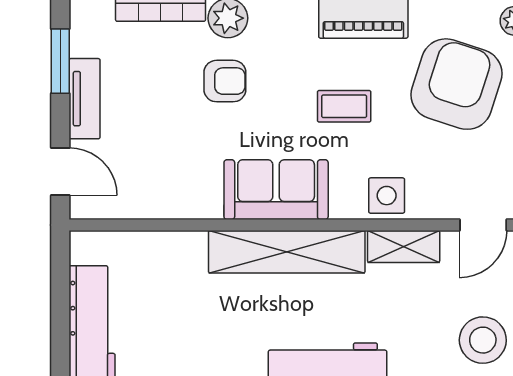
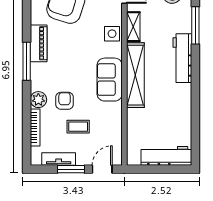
window: (60, 61) -> (71, 169), moved
tv unit: (85, 99) -> (59, 159), moved
coffee table: (344, 106) -> (78, 127), moved, turned 90

